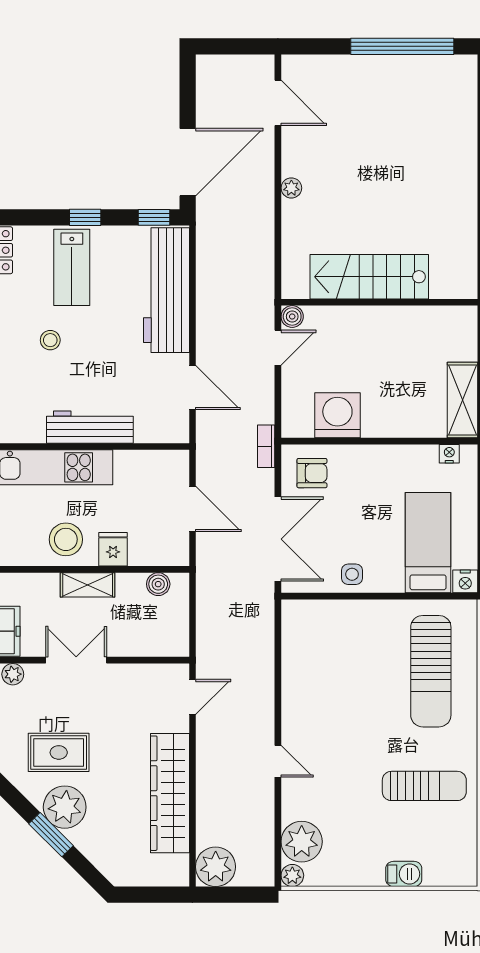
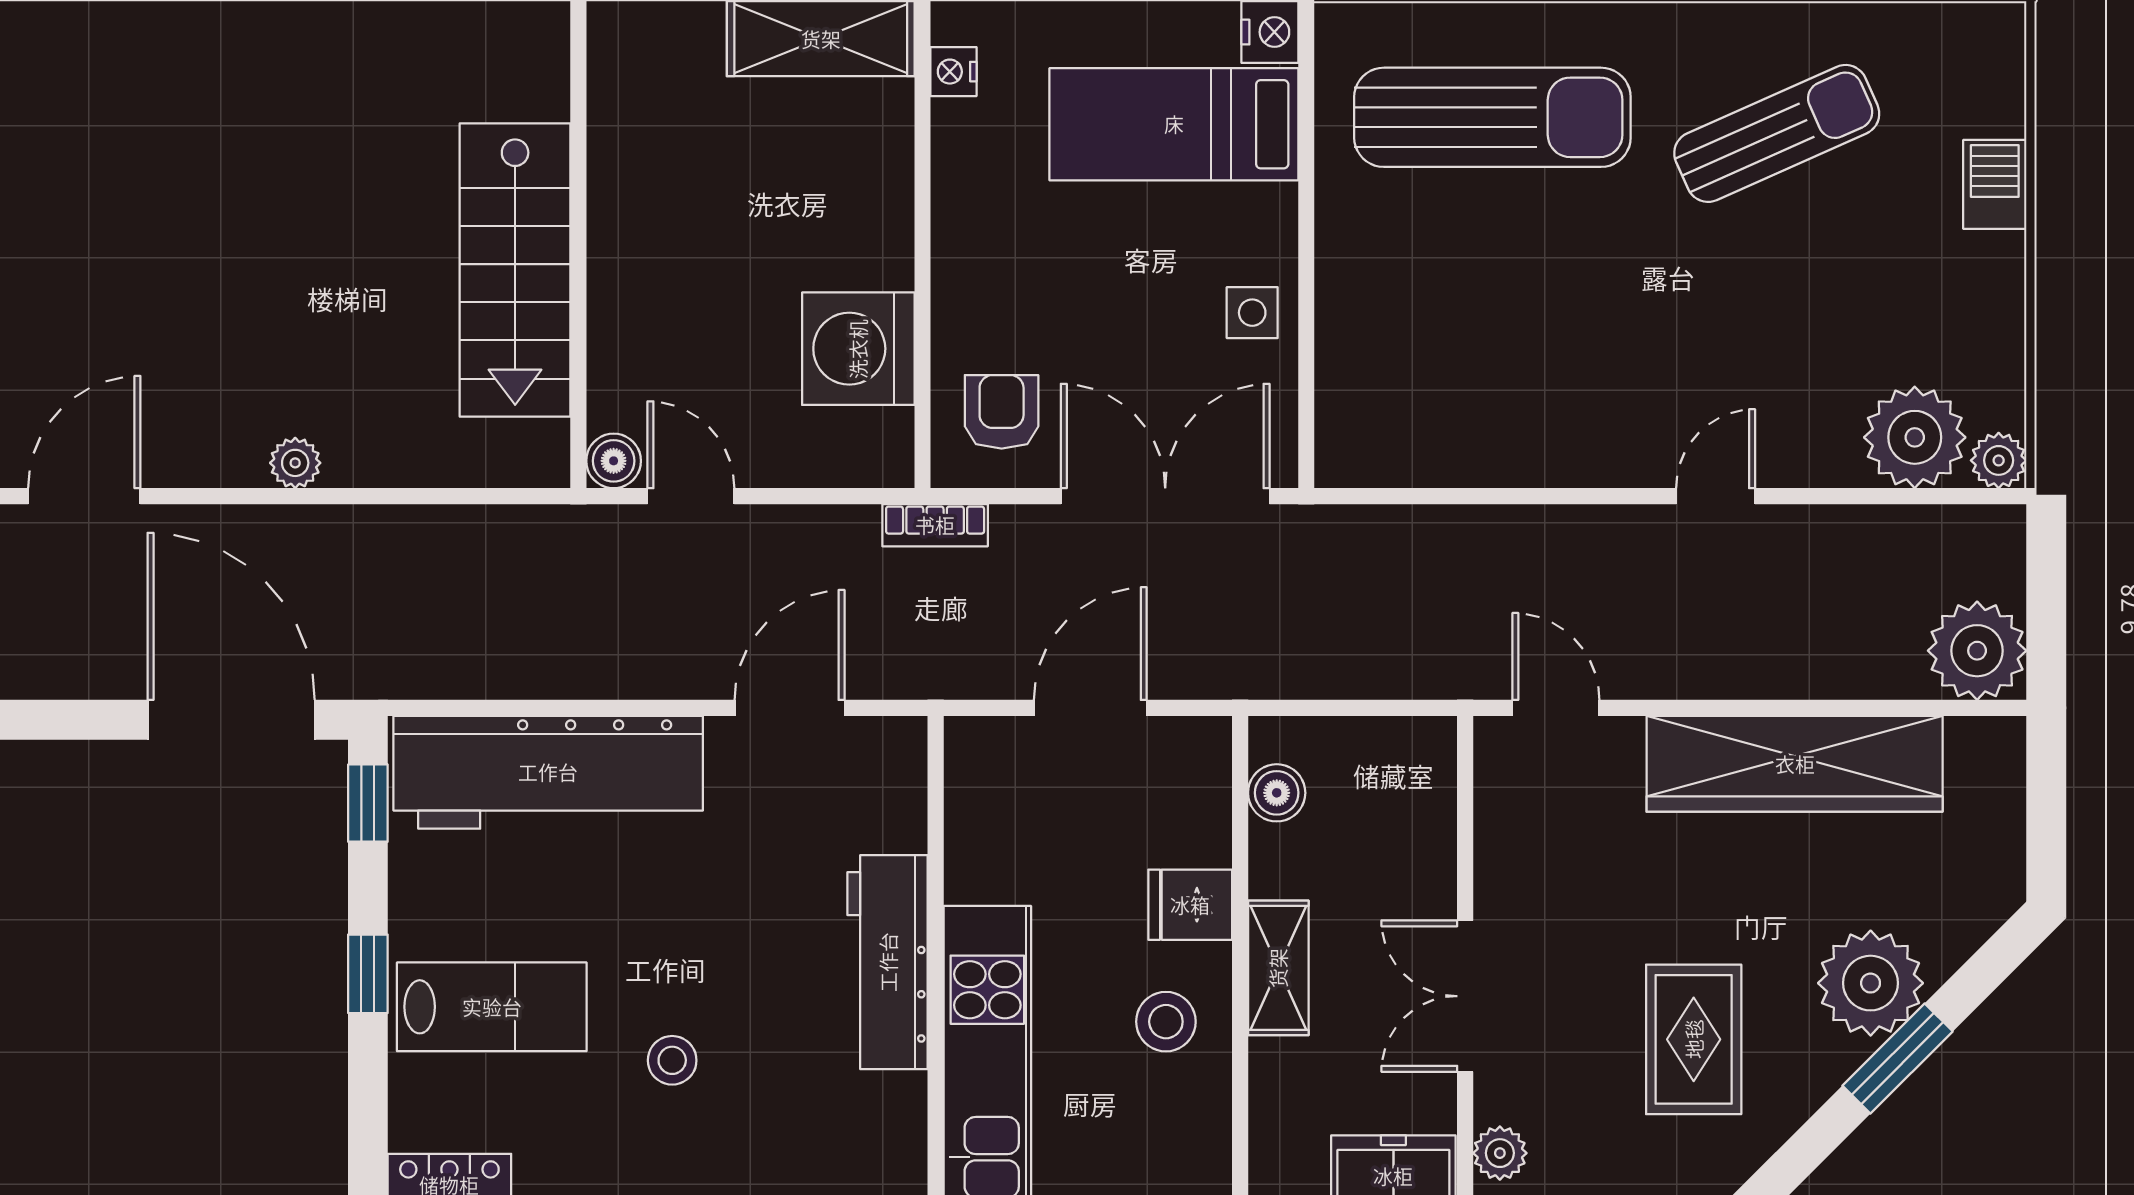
stool: (66, 539) -> (1166, 1022), width x0.73, depth x0.73
sun lounger: (424, 786) -> (1777, 133), turned 66
plant: (65, 807) -> (1871, 983), moved

